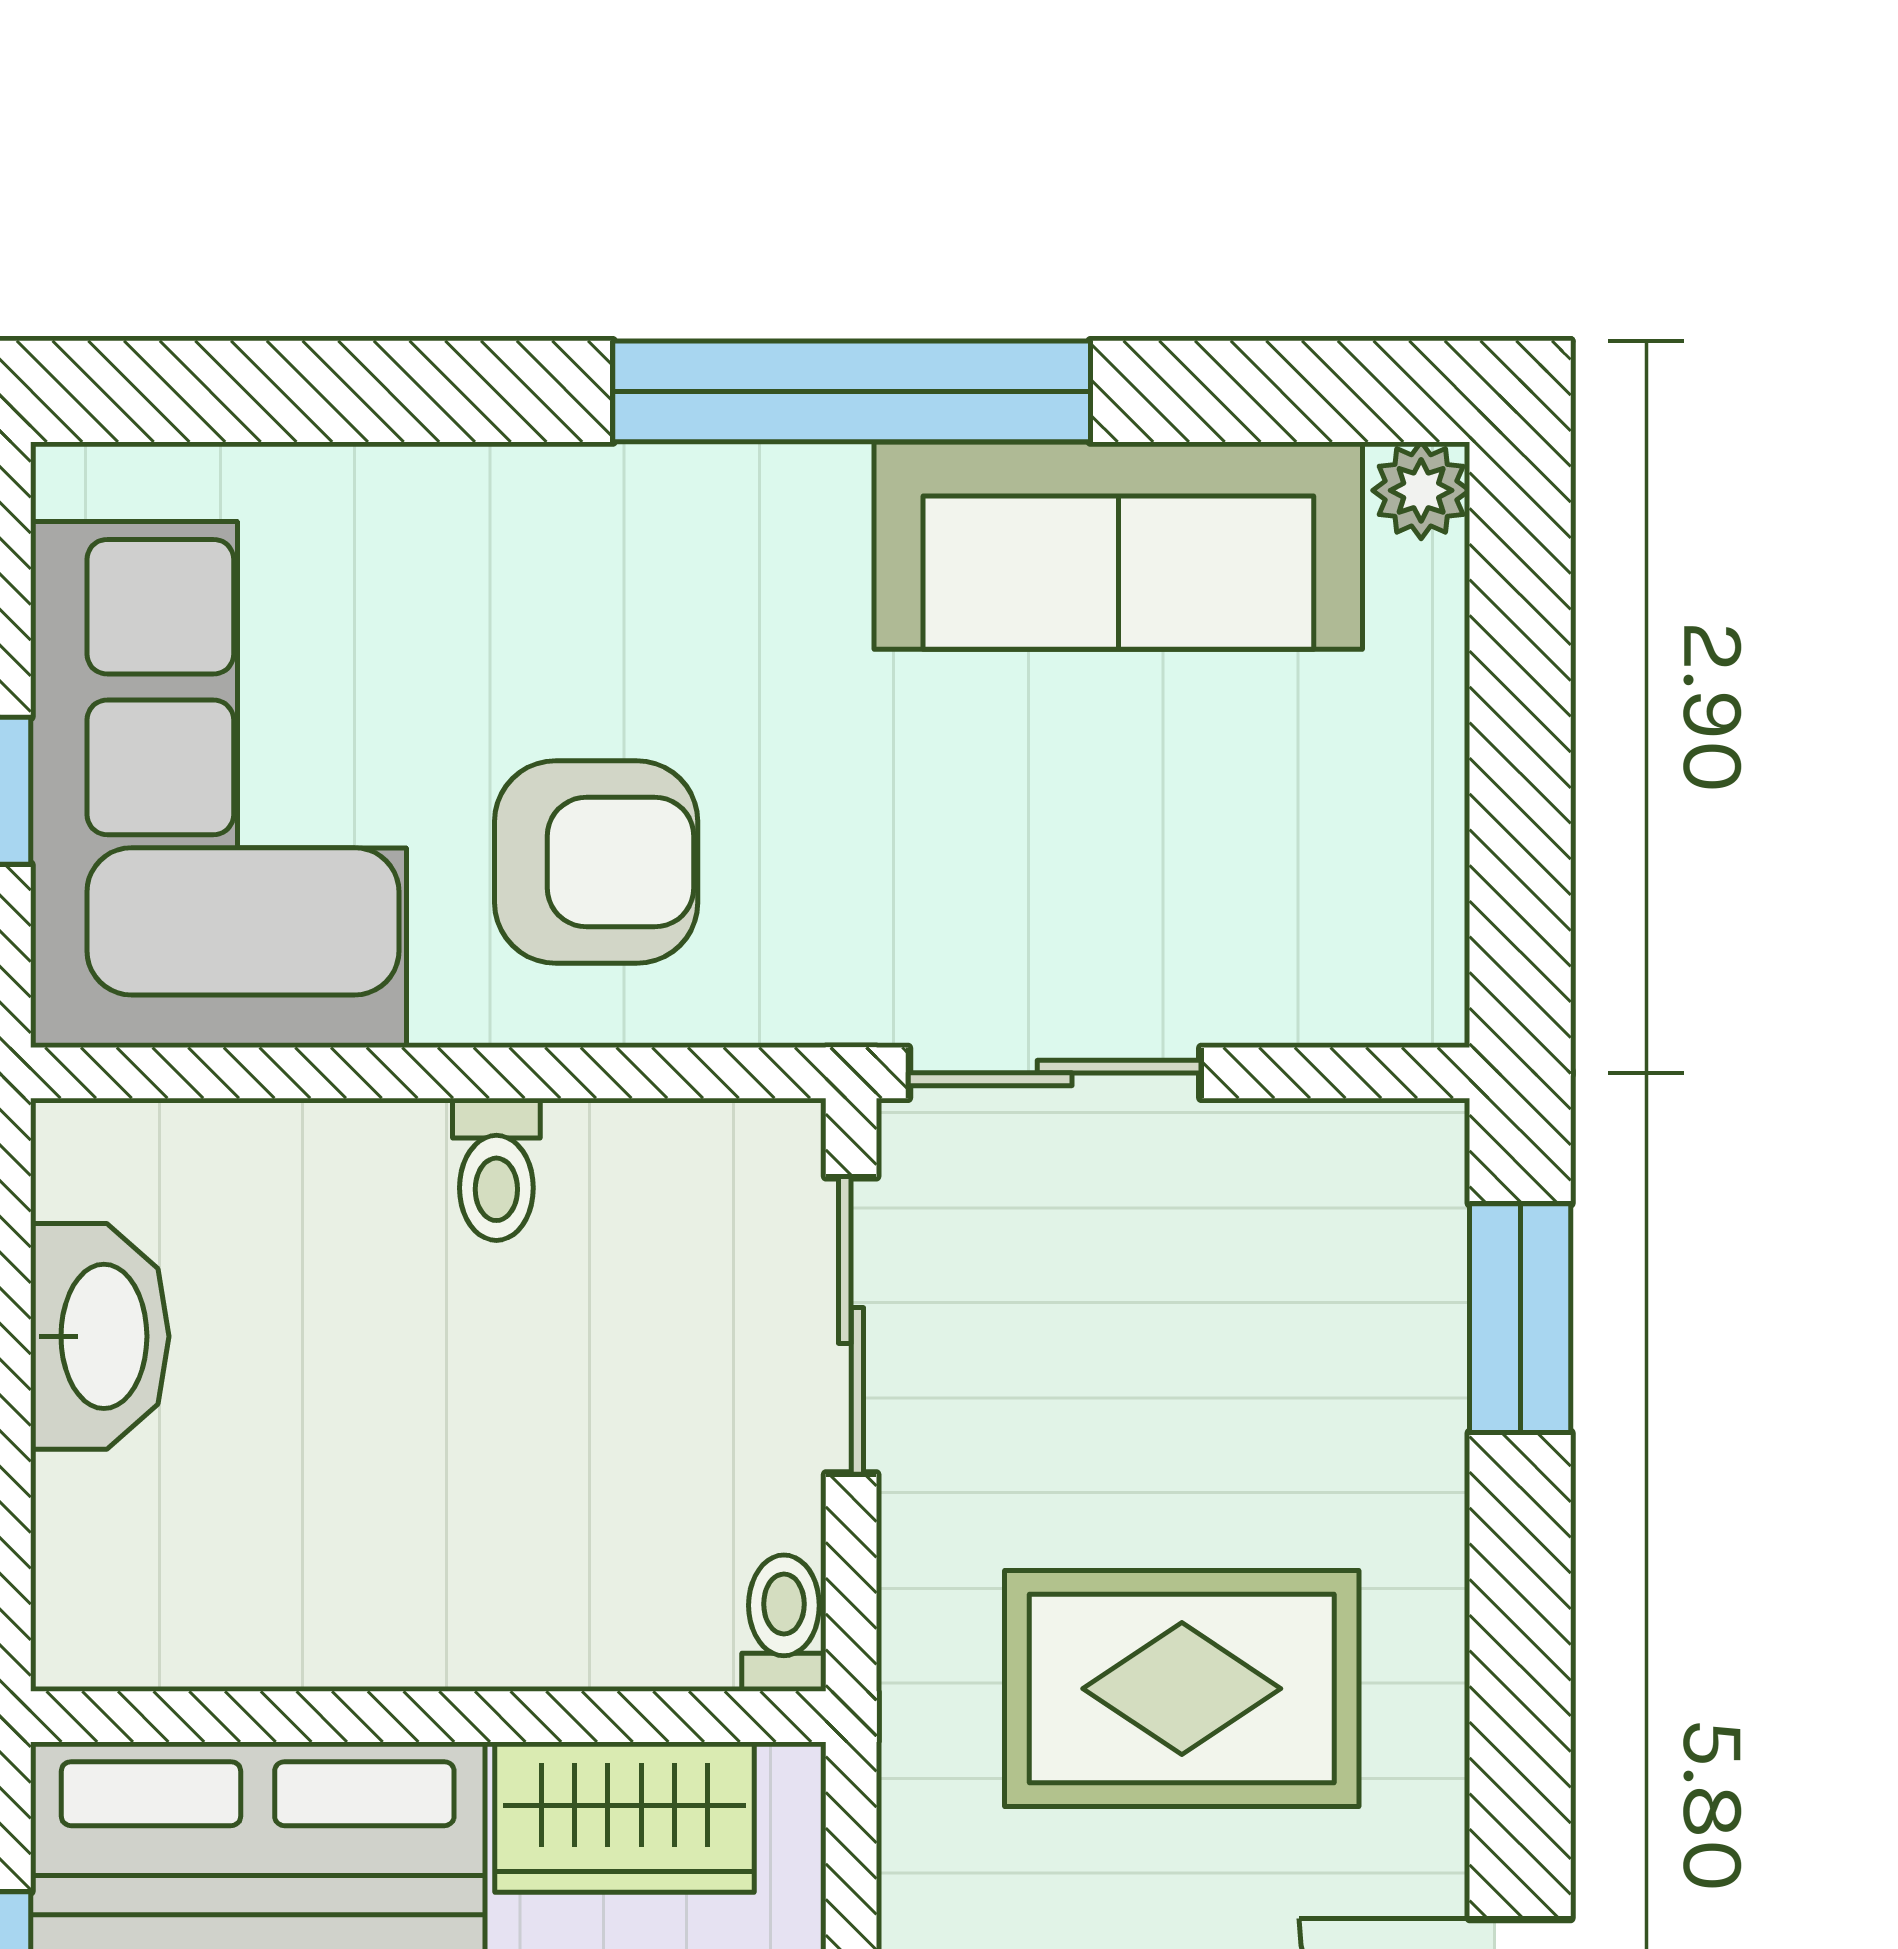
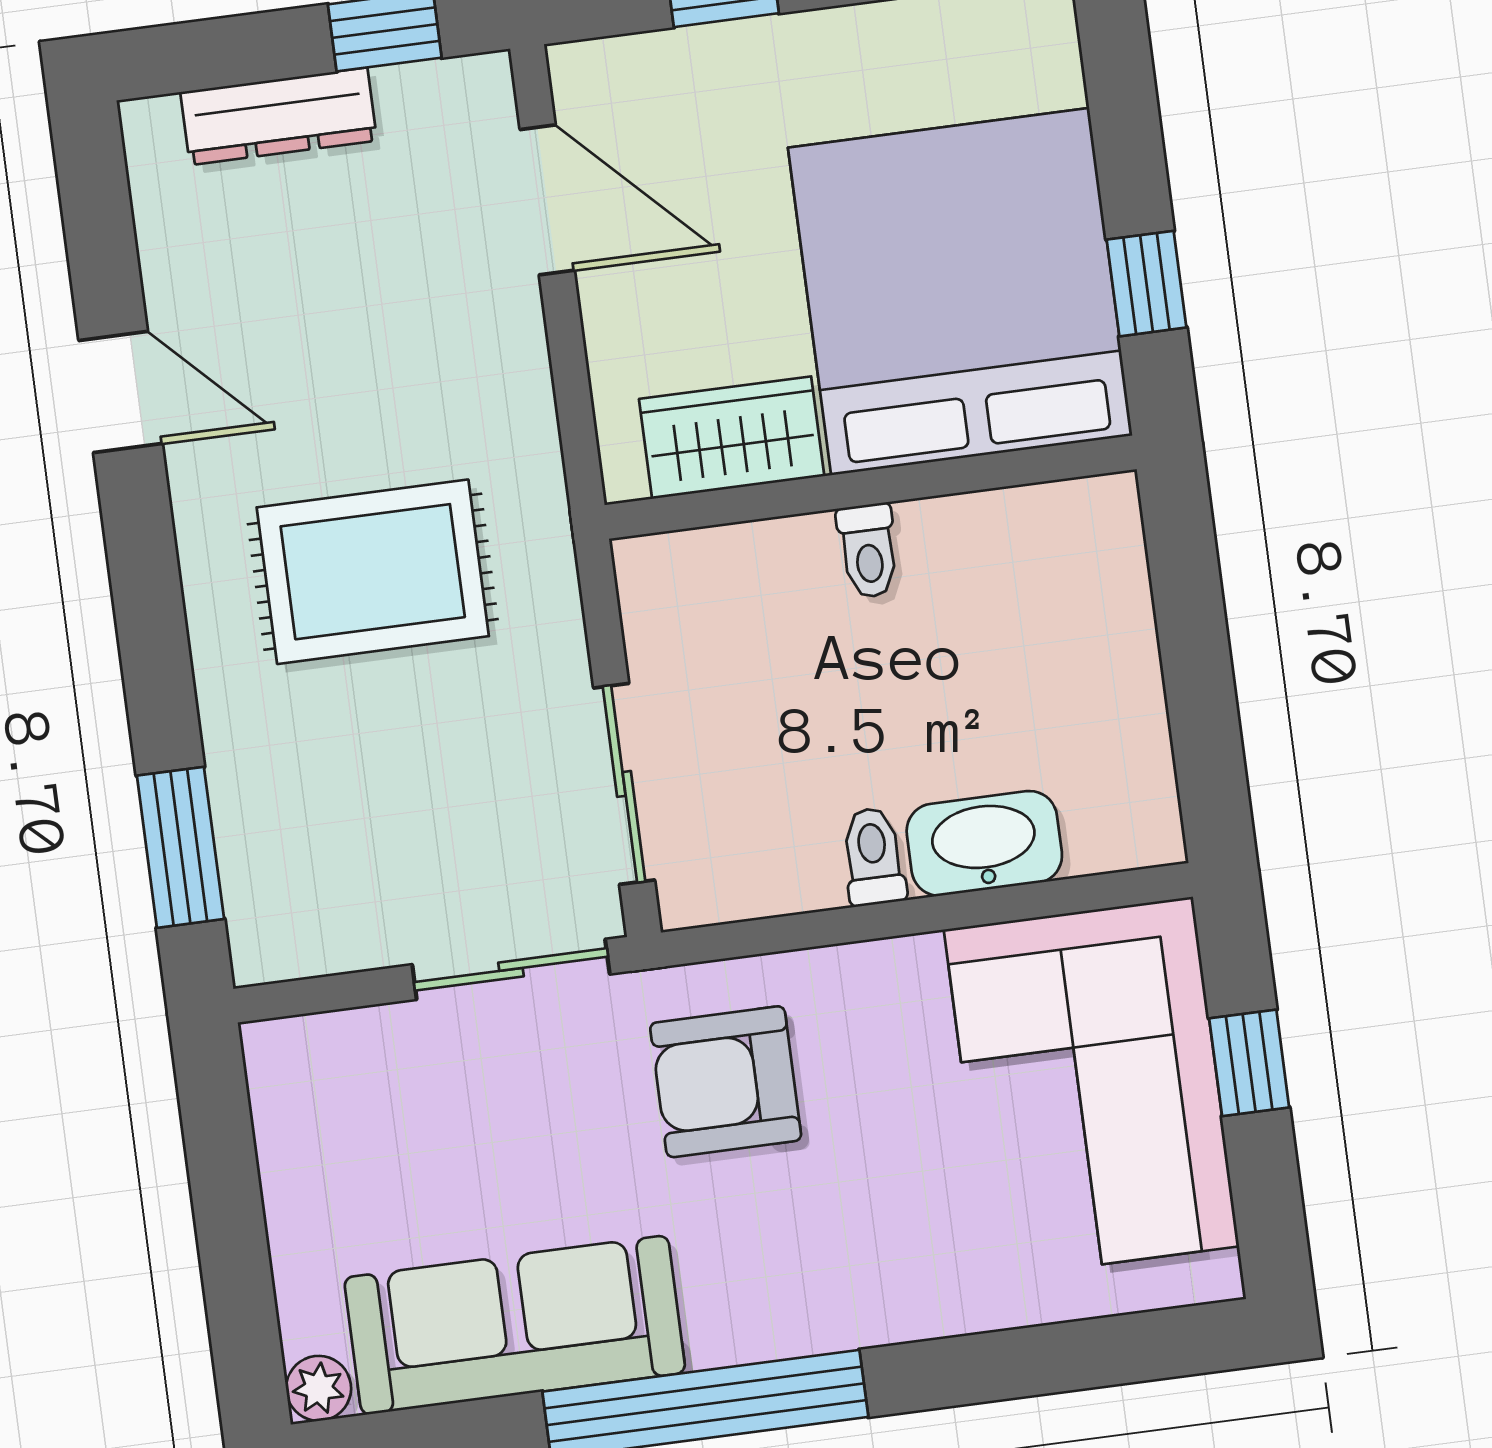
armchair: (596, 862) -> (726, 1082), moved
washbasin: (100, 1336) -> (984, 843), moved, turned 90
toilet: (784, 1623) -> (868, 551), moved

